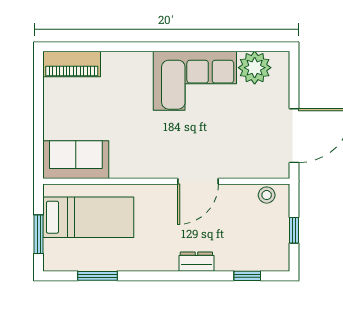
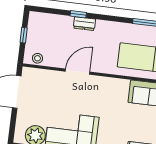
window: (247, 276) -> (78, 14), moved

